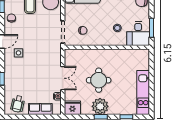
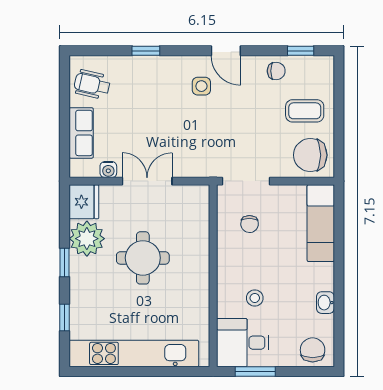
double door: (63, 78) -> (147, 181), swing flipped
kitchen unit: (143, 92) -> (134, 353), width x1.36
plant: (100, 106) -> (87, 239), moved

